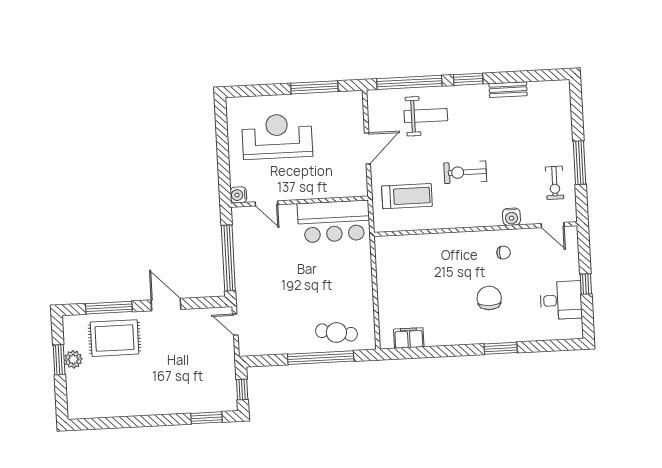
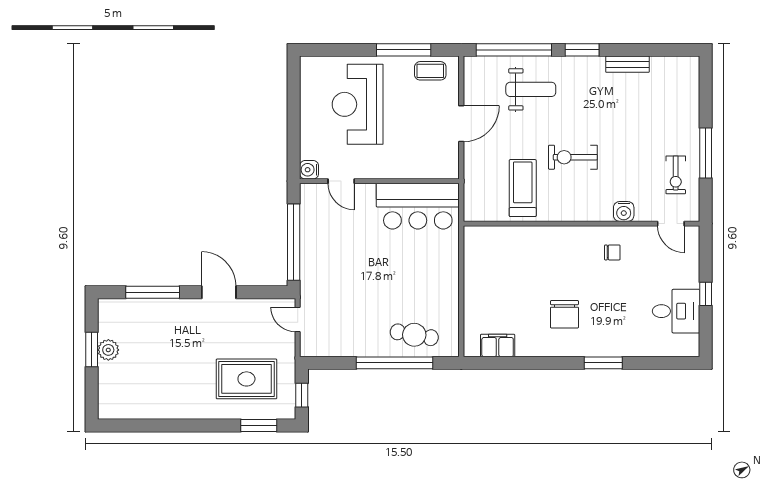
coffee table: (338, 104) -> (430, 71), added
reception desk: (277, 136) -> (358, 104), turned -90
treadmill: (407, 196) -> (523, 188), moved, turned -90
chair: (489, 298) -> (564, 314), moved, turned 180
rug: (115, 338) -> (246, 379), moved

